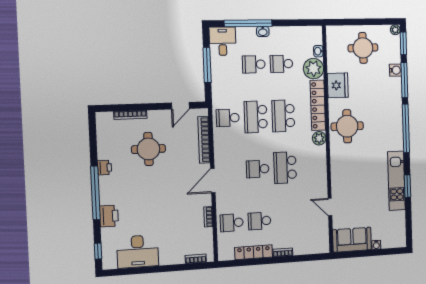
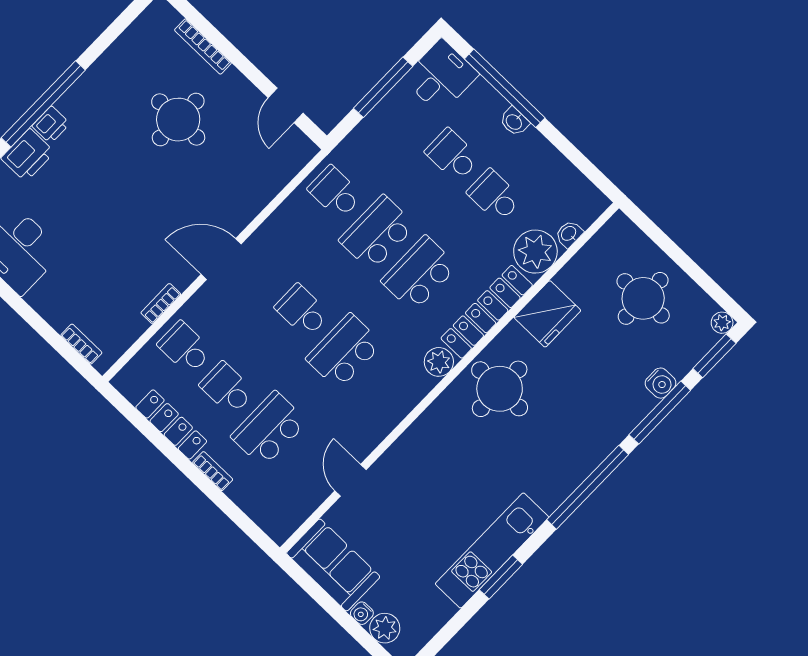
door: (180, 106) -> (286, 105), hinge flipped
bookcase: (204, 140) -> (269, 188), removed
printer: (105, 168) -> (51, 125), moved
school desk: (287, 219) -> (269, 429), added
plant: (388, 242) -> (385, 628), added

